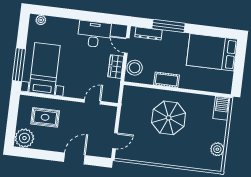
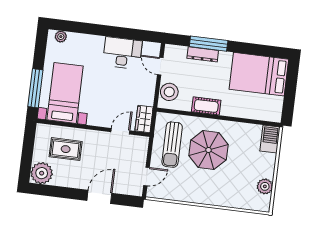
dresser: (149, 33) -> (203, 54), moved
wardrobe: (116, 67) -> (144, 119), moved
sun lounger: (137, 113) -> (172, 145), added

